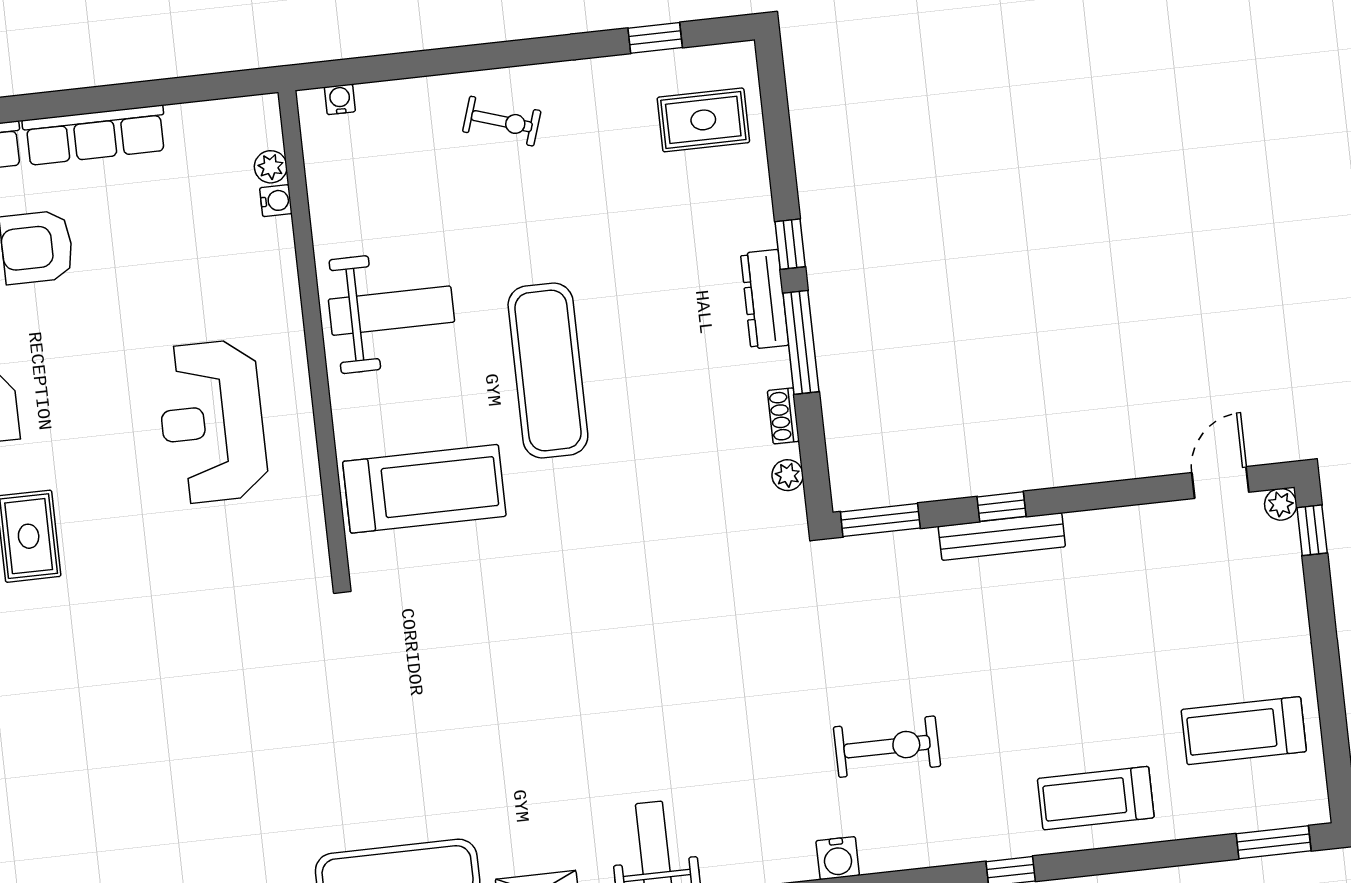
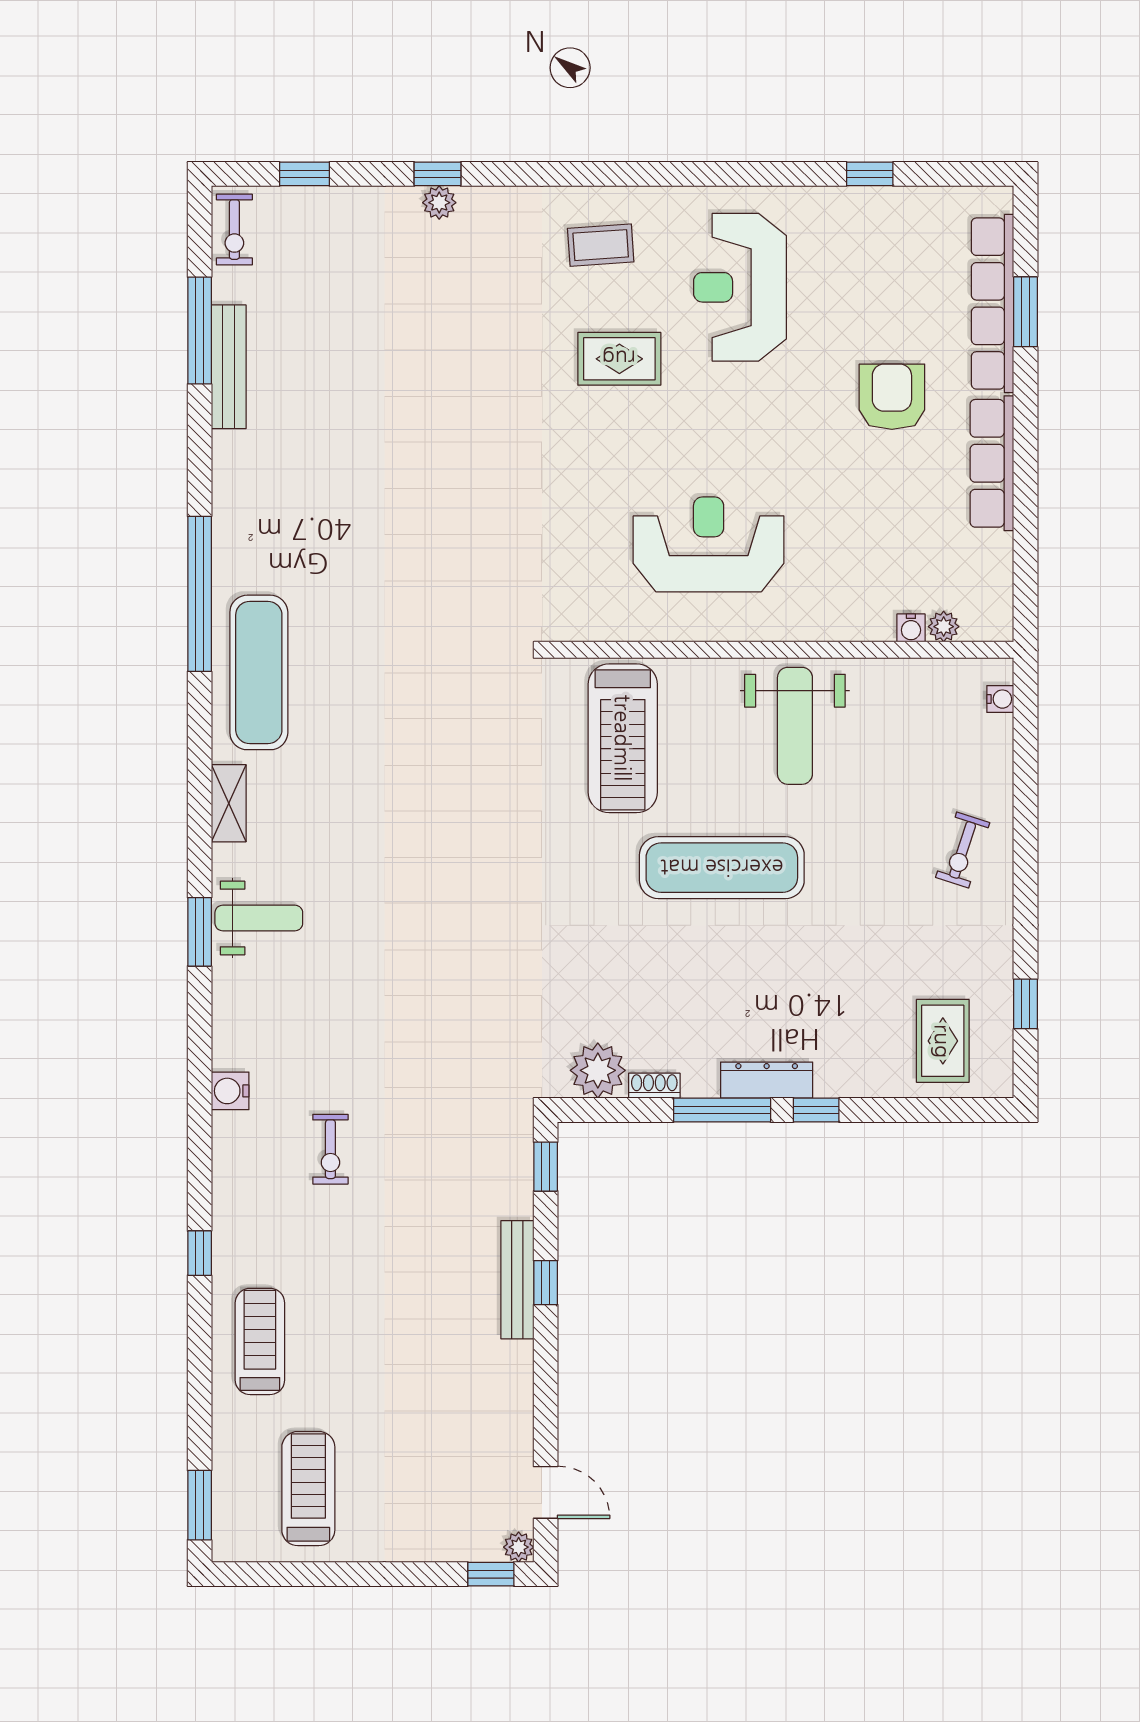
plant: (788, 475) -> (598, 1070), width x1.87, depth x1.87
window: (880, 520) -> (546, 1167), width x0.67
exercise bike: (887, 747) -> (330, 1149), width x0.73, depth x0.72

